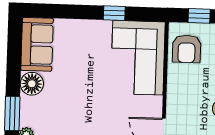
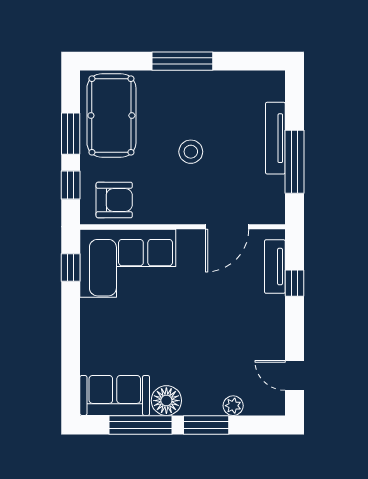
window: (114, 13) -> (71, 267), moved
window: (14, 63) -> (140, 425), added

